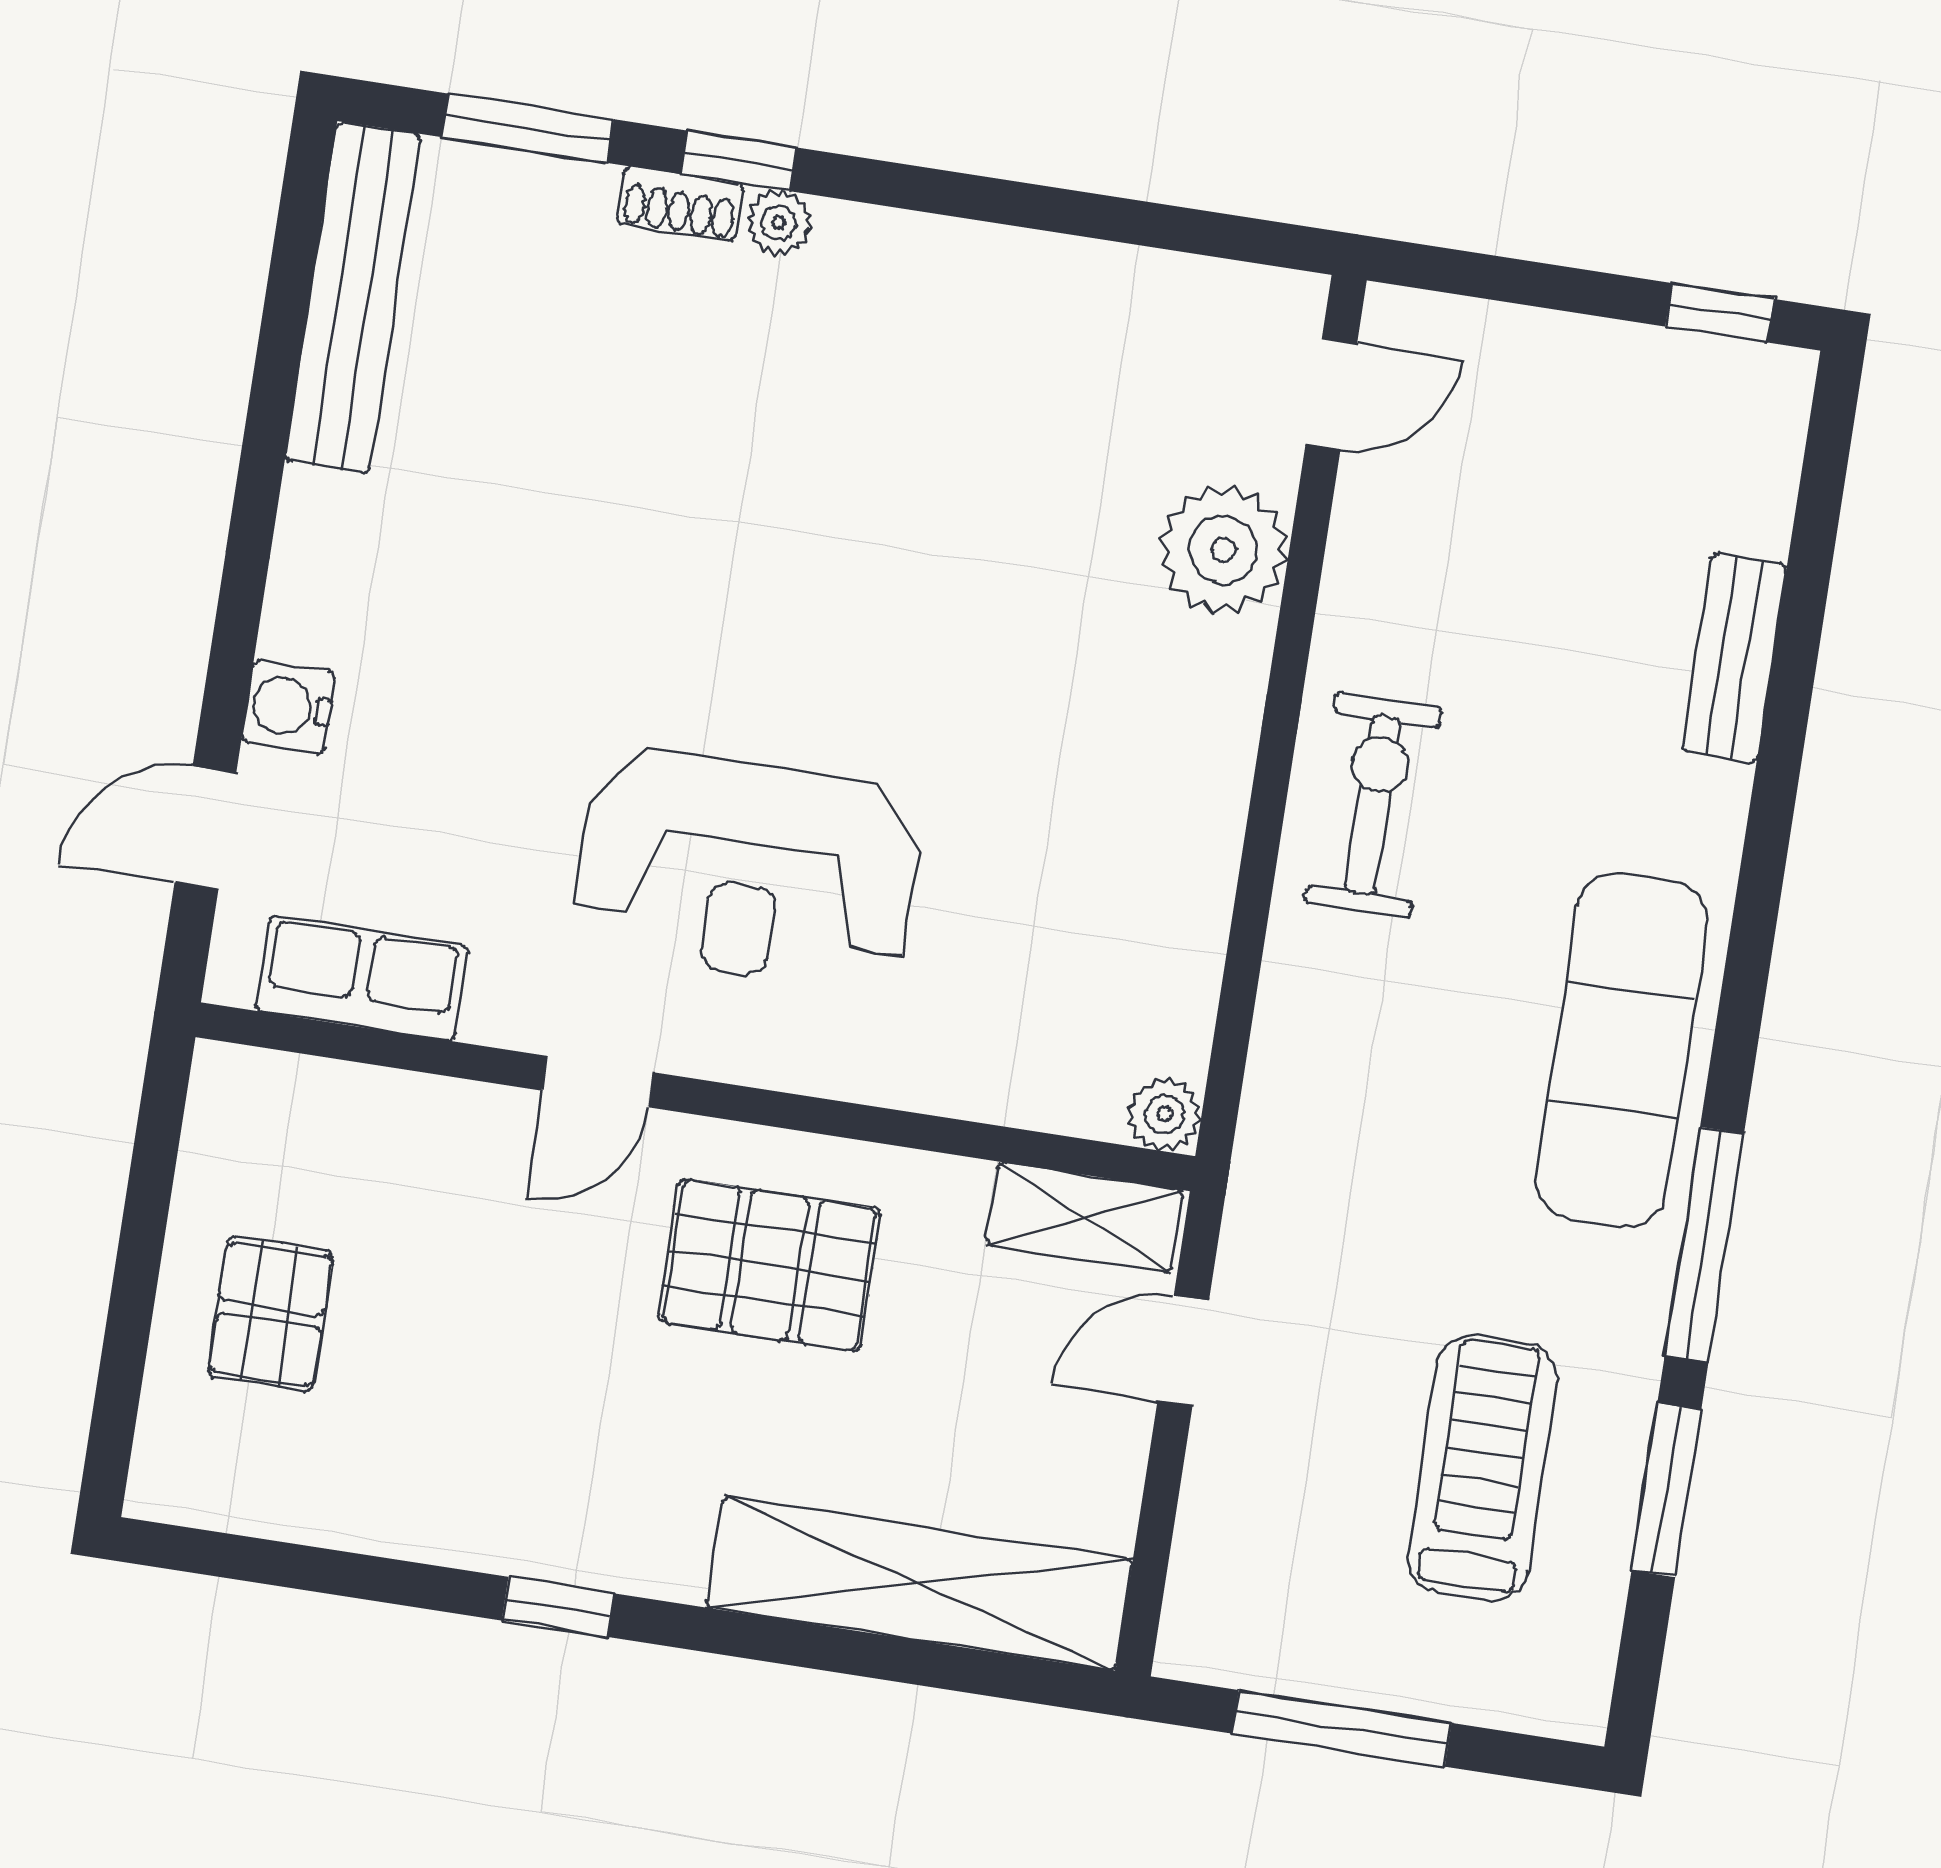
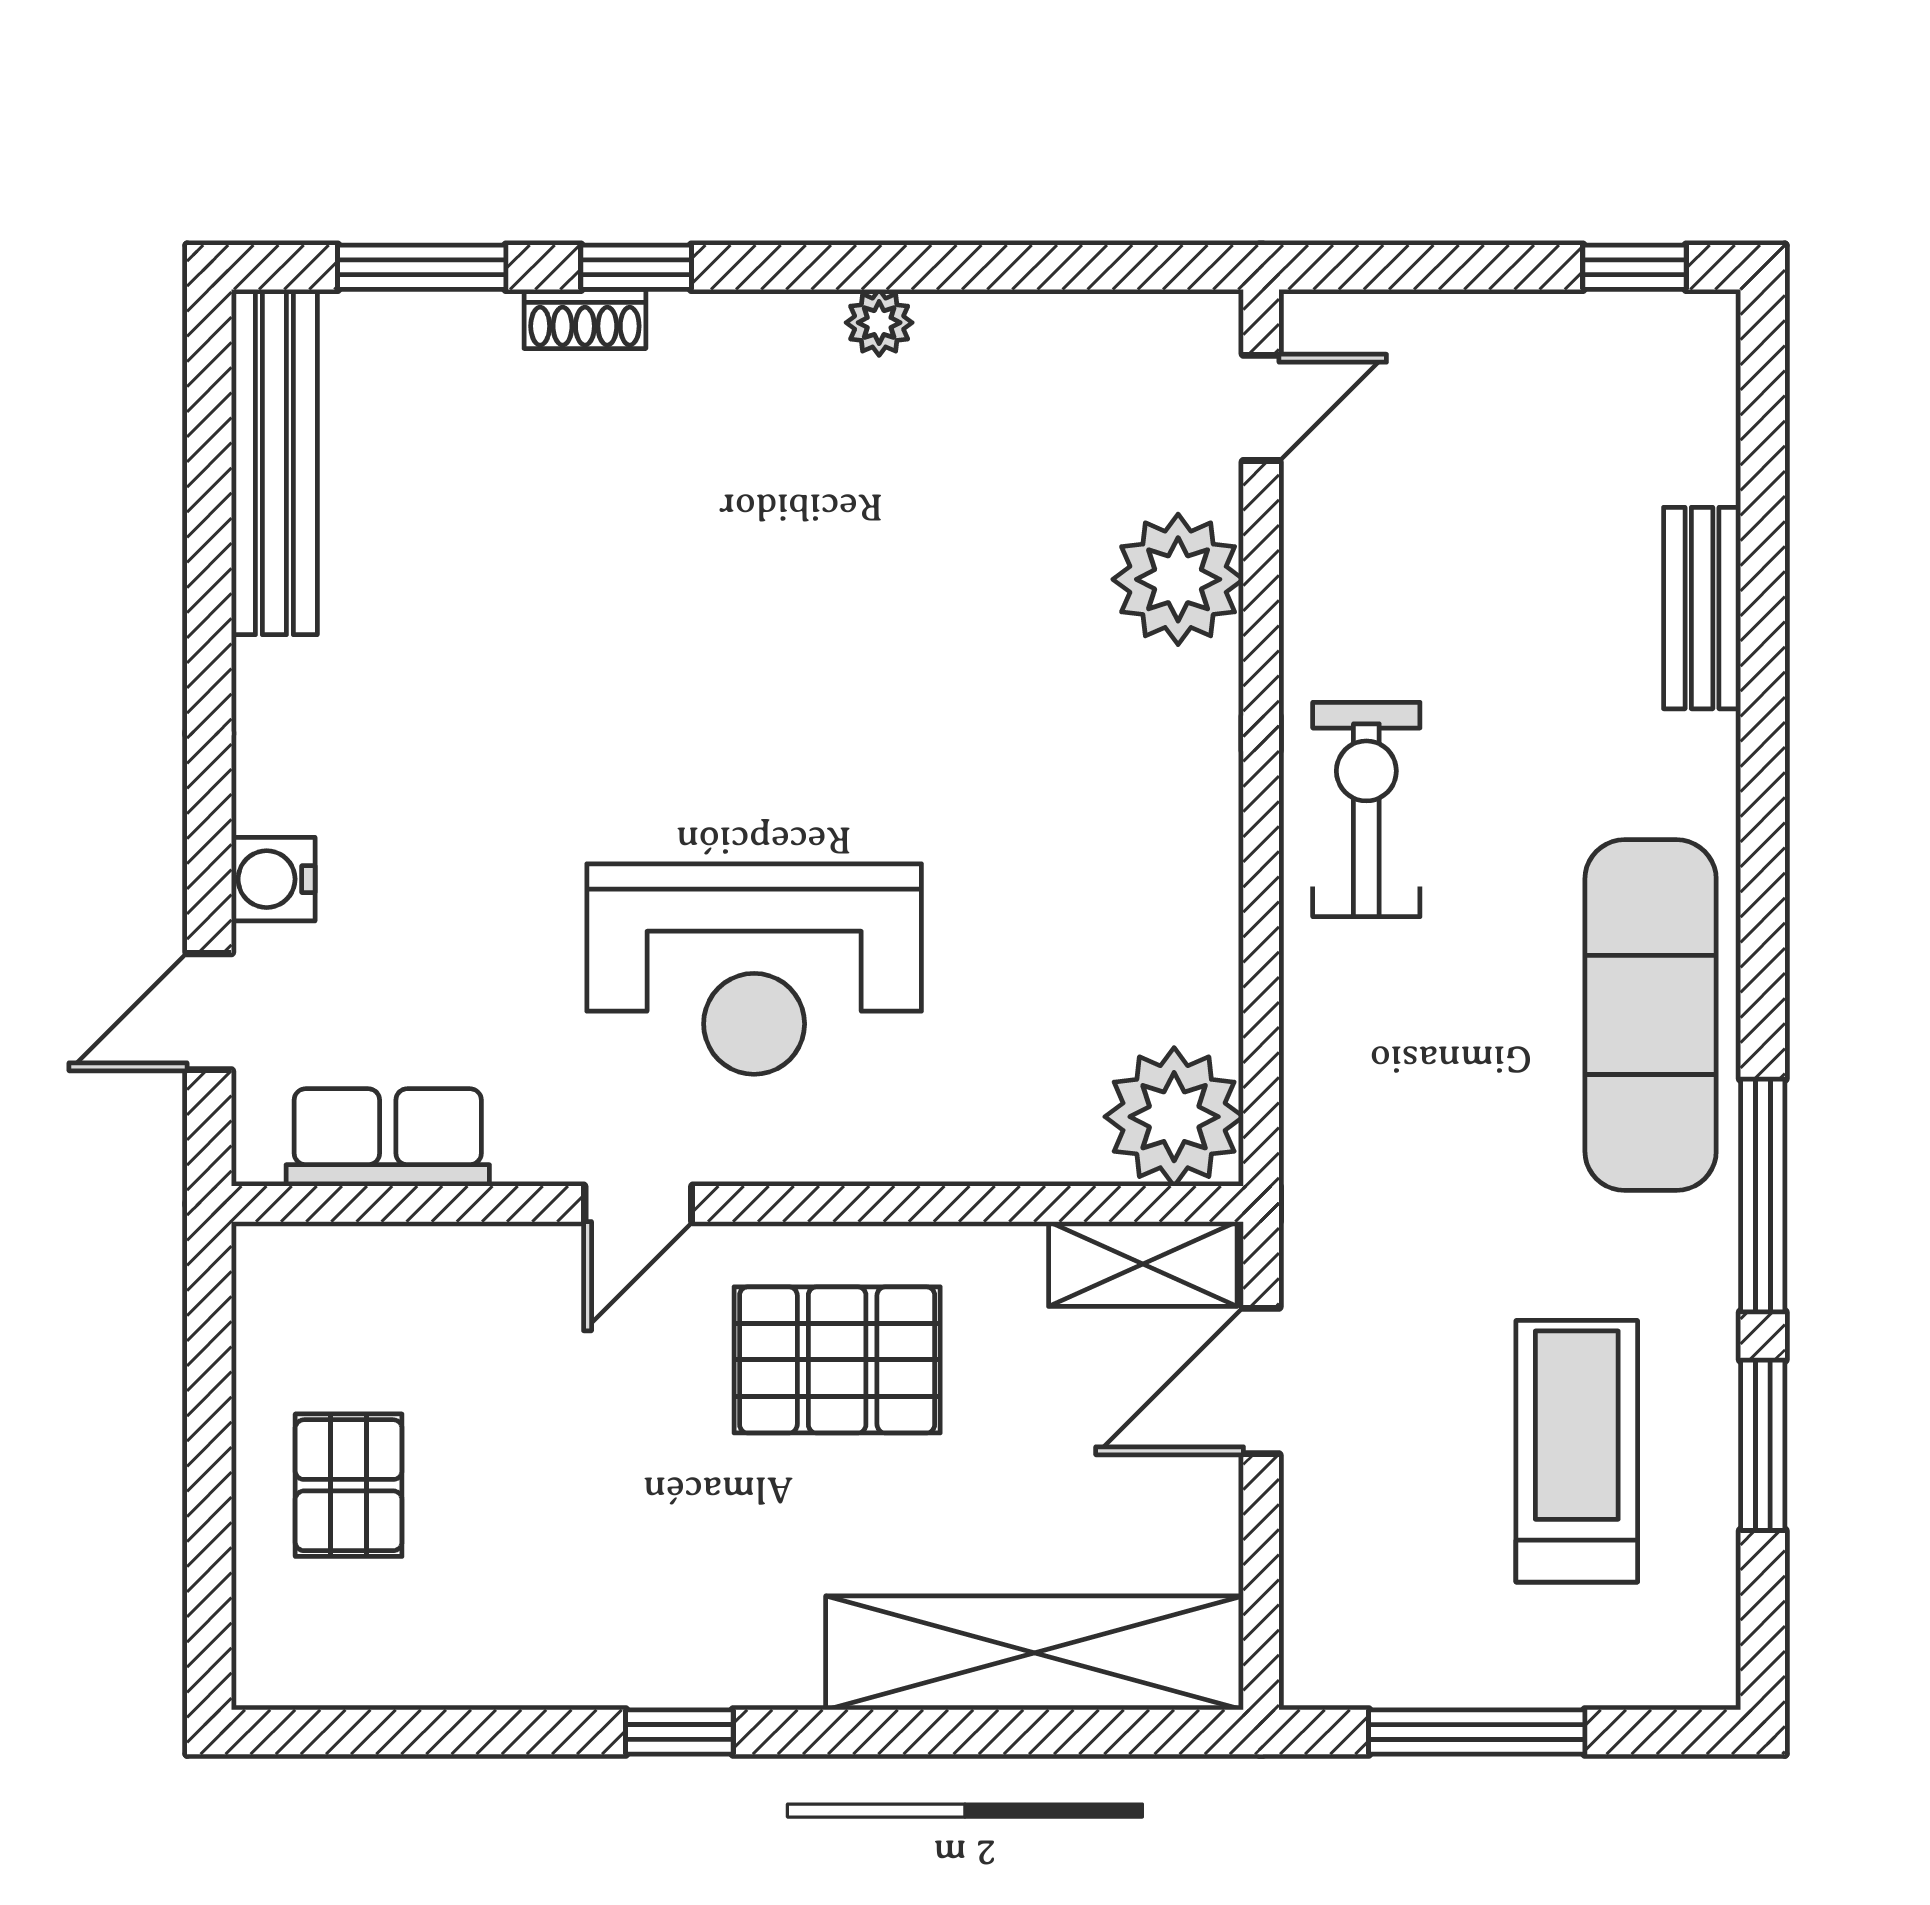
plant: (779, 223) -> (879, 323), moved
plant: (1165, 1114) -> (1174, 1117), width x1.87, depth x1.87
door: (1183, 1351) -> (1261, 1381), width x1.38

